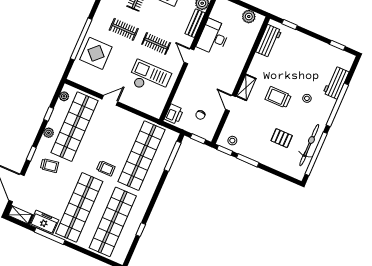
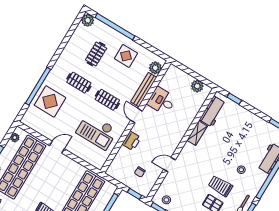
bench: (195, 23) -> (144, 90), width x1.36
desk: (213, 37) -> (162, 101), width x0.73
checkout: (149, 78) -> (97, 131), turned 180
shelving: (246, 87) -> (197, 133), moved
trolley: (278, 97) -> (220, 186), moved
door: (231, 103) -> (170, 165), hinge flipped
printer: (174, 114) -> (131, 141), moved

